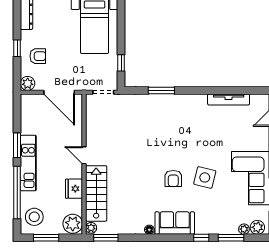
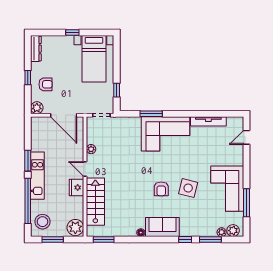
corner sofa: (178, 114) -> (166, 134), added
fridge: (74, 189) -> (76, 188), moved
plant: (91, 228) -> (91, 149), moved

